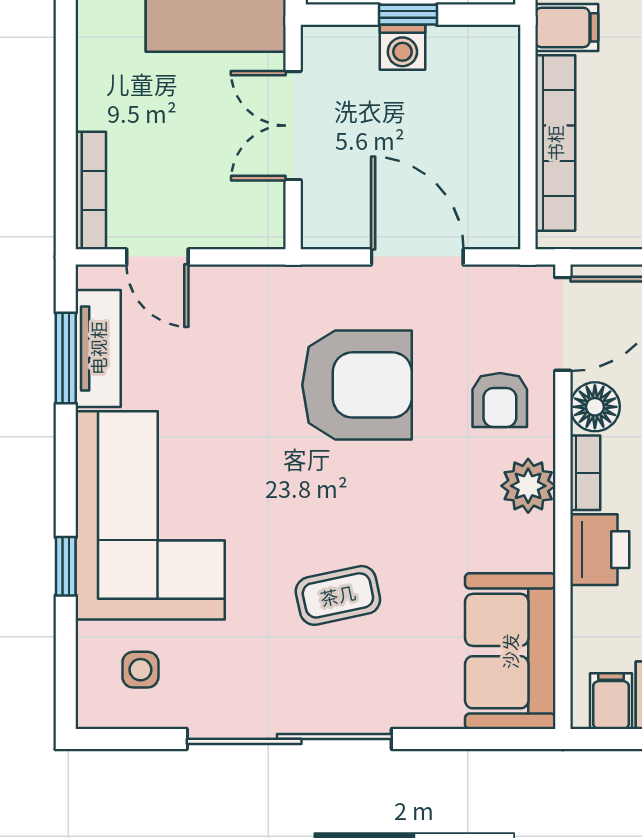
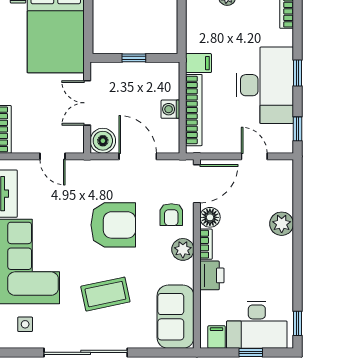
washing machine: (402, 47) -> (170, 109), moved, turned 90
boiler: (332, 218) -> (103, 141), added
door: (157, 257) -> (52, 156), moved
armchair: (357, 385) -> (113, 225), moved
coffee table: (338, 595) -> (105, 294), width x1.36, depth x1.30

